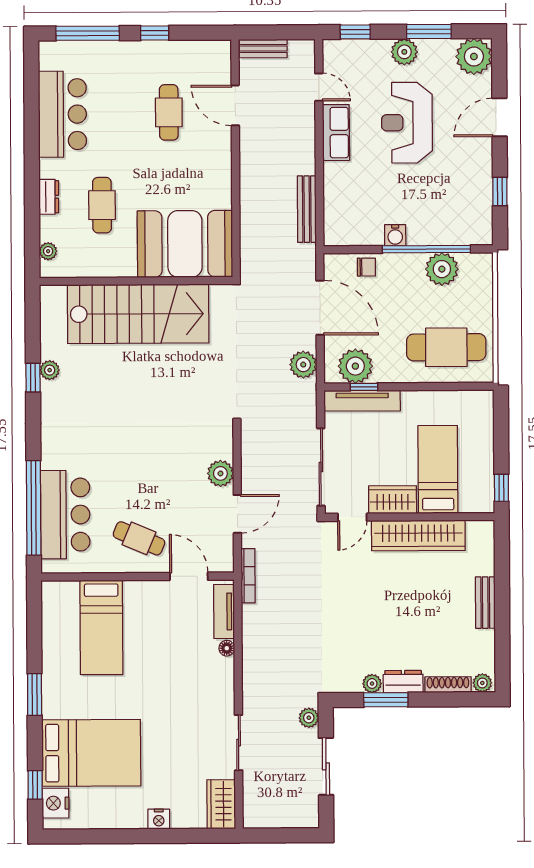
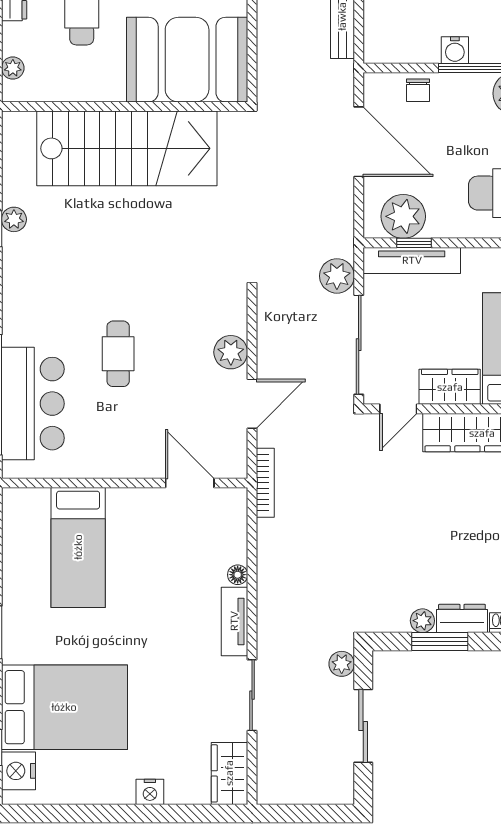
chair: (366, 267) -> (418, 90), turned 90
plant: (303, 365) -> (337, 276), moved
cafe table: (139, 538) -> (118, 354), moved, turned 67
tv unit: (224, 612) -> (234, 621), moved

